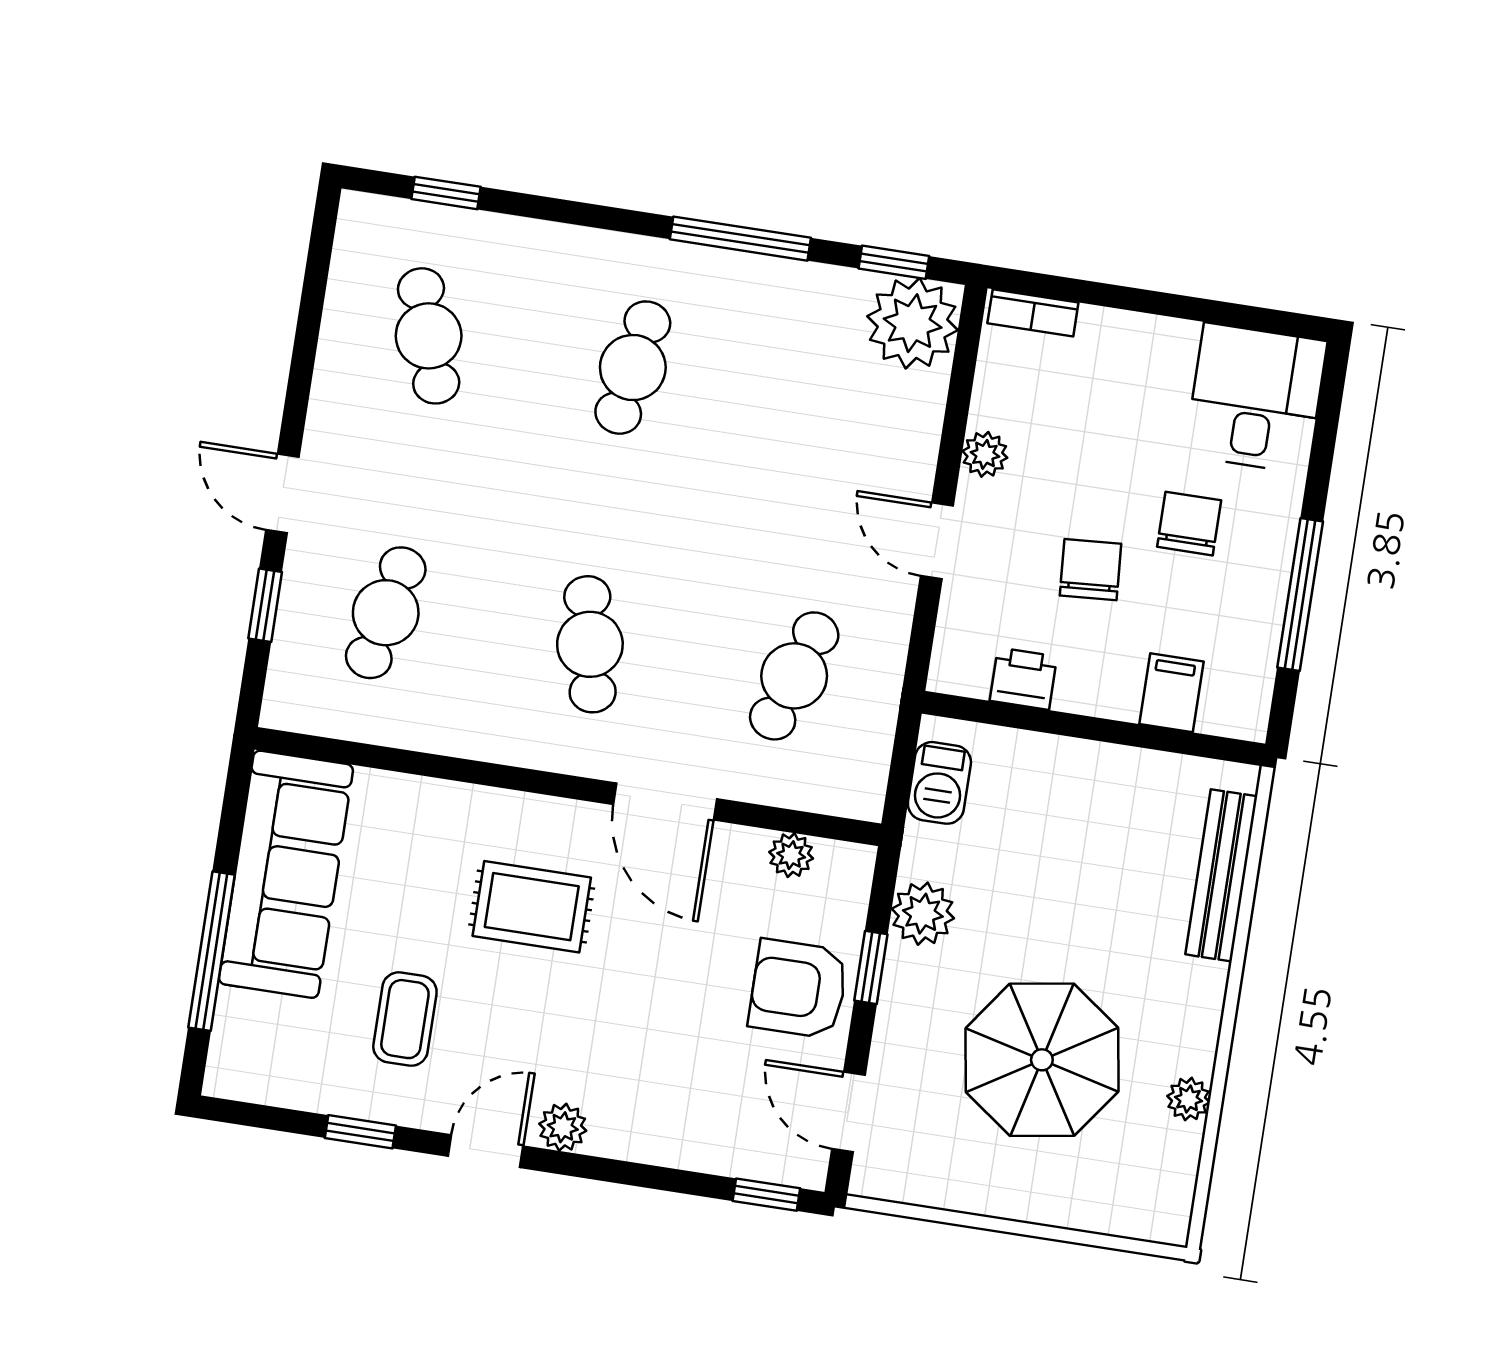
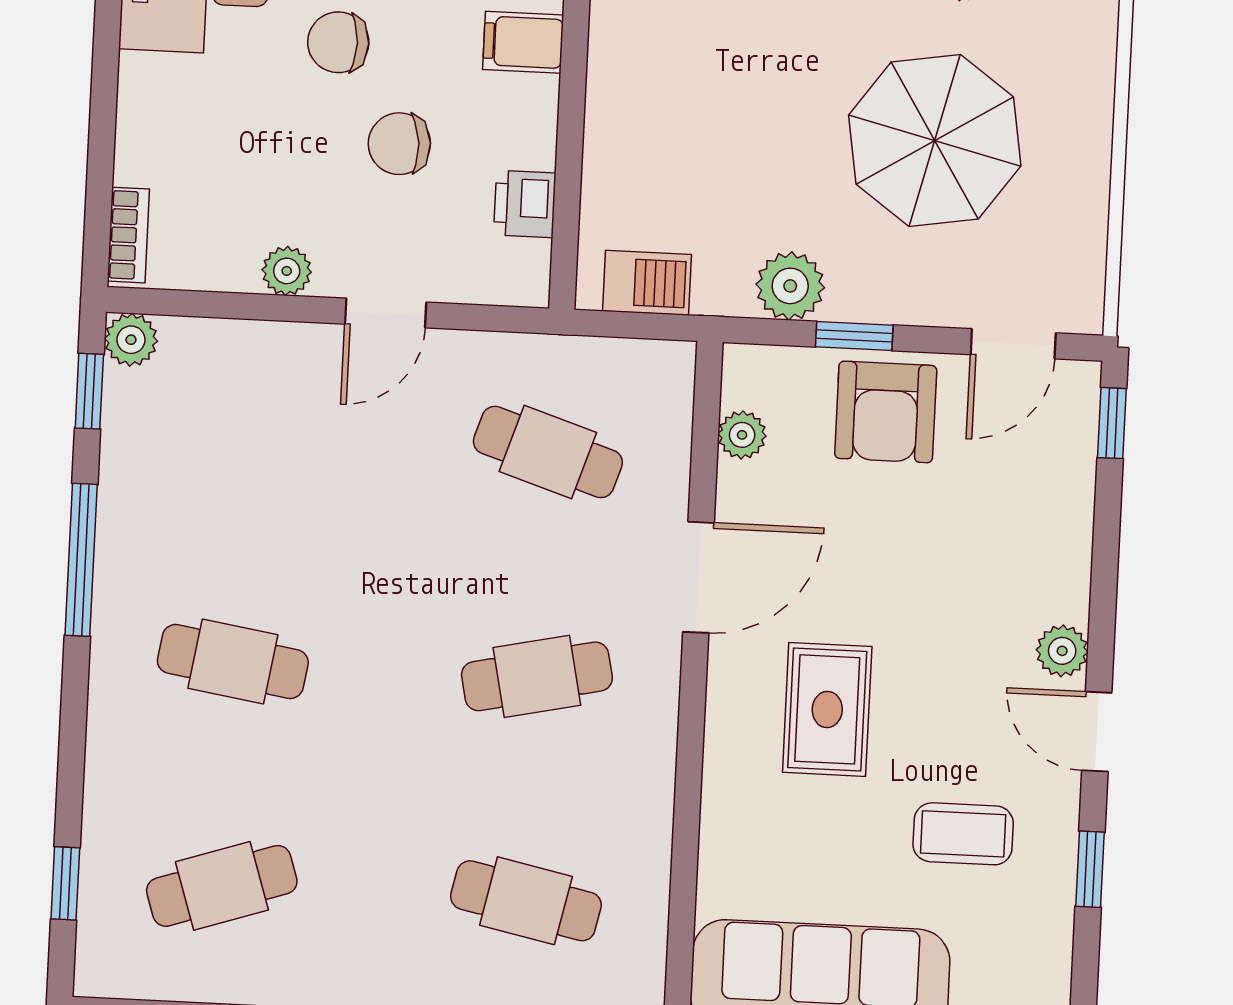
plant: (913, 323) -> (131, 340), width x0.53, depth x0.53

